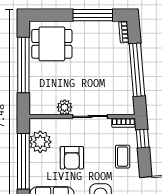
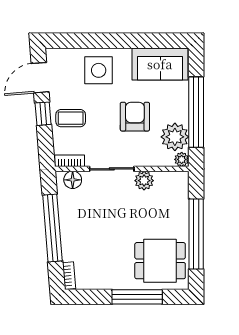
window: (93, 15) -> (137, 297), moved
floor lamp: (121, 108) -> (73, 180), added
plant: (35, 124) -> (182, 159), added
window: (143, 139) -> (43, 114), moved
coffee table: (123, 157) -> (71, 118), turned 90

